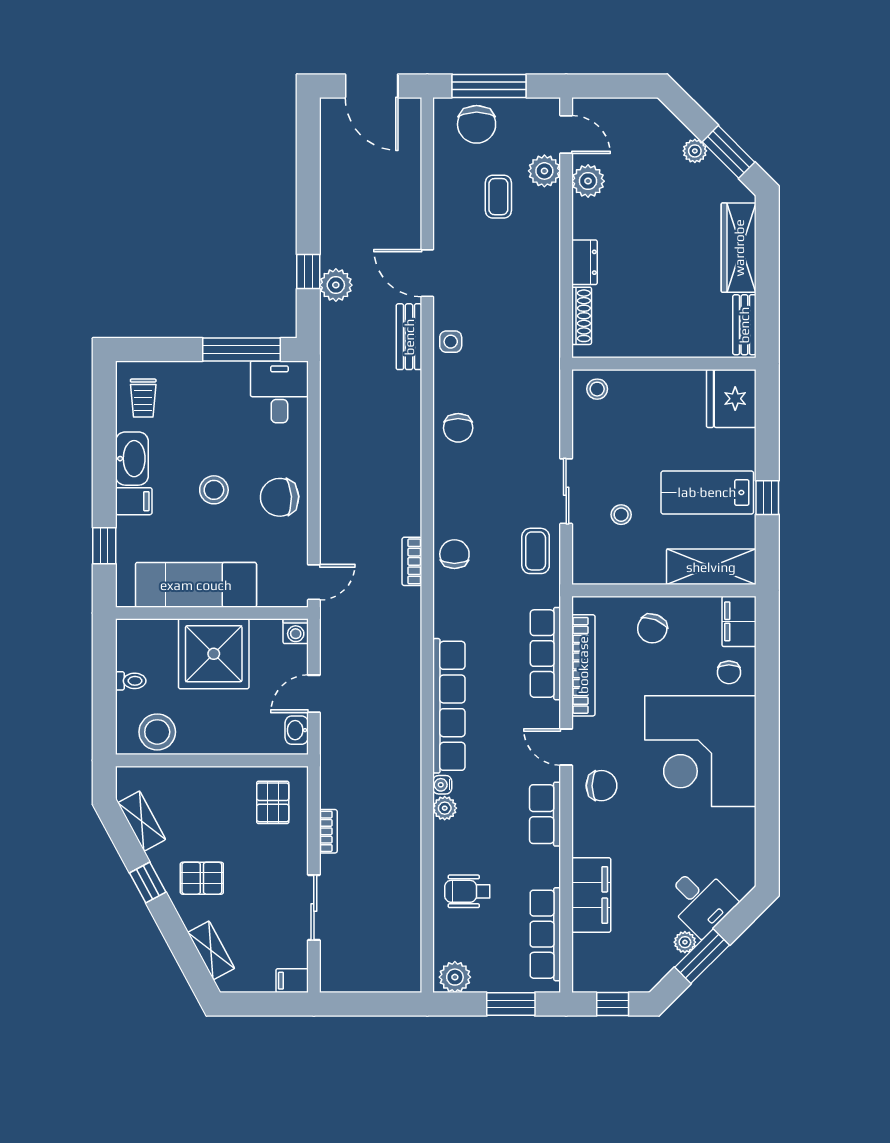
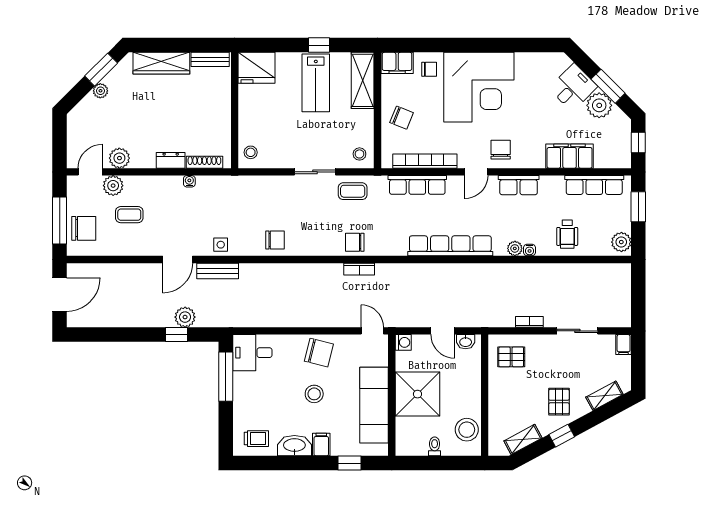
water cooler: (551, 292) -> (189, 181), added
chair: (280, 497) -> (319, 353), turned -73
stool: (621, 515) -> (359, 154), moved
water cooler: (442, 785) -> (530, 250), moved
plant: (685, 942) -> (599, 105), width x1.87, depth x1.87

